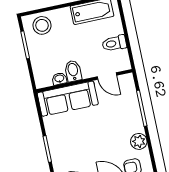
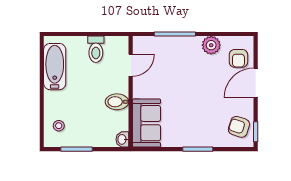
stool: (42, 25) -> (59, 126), width x0.53, depth x0.53
washbasin: (59, 79) -> (122, 139), moved
sofa: (68, 99) -> (147, 123), width x0.73

